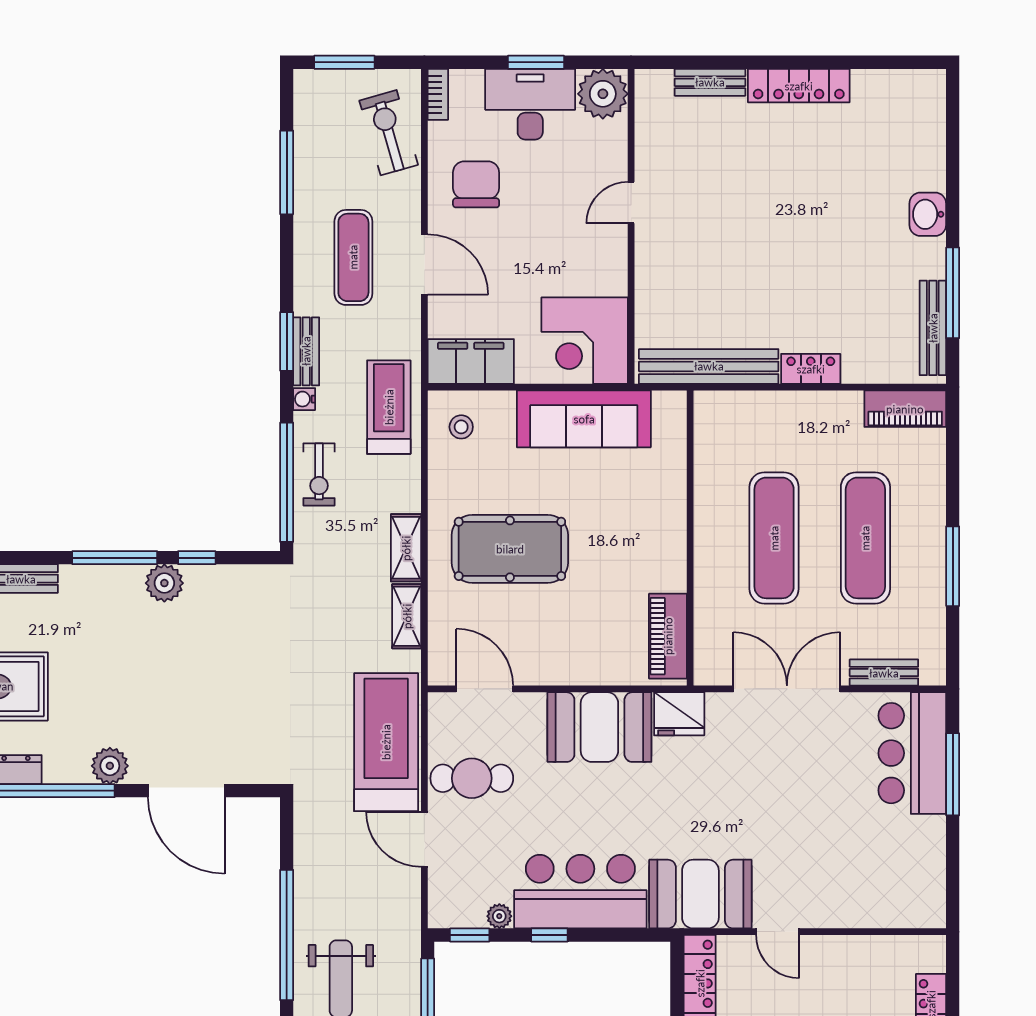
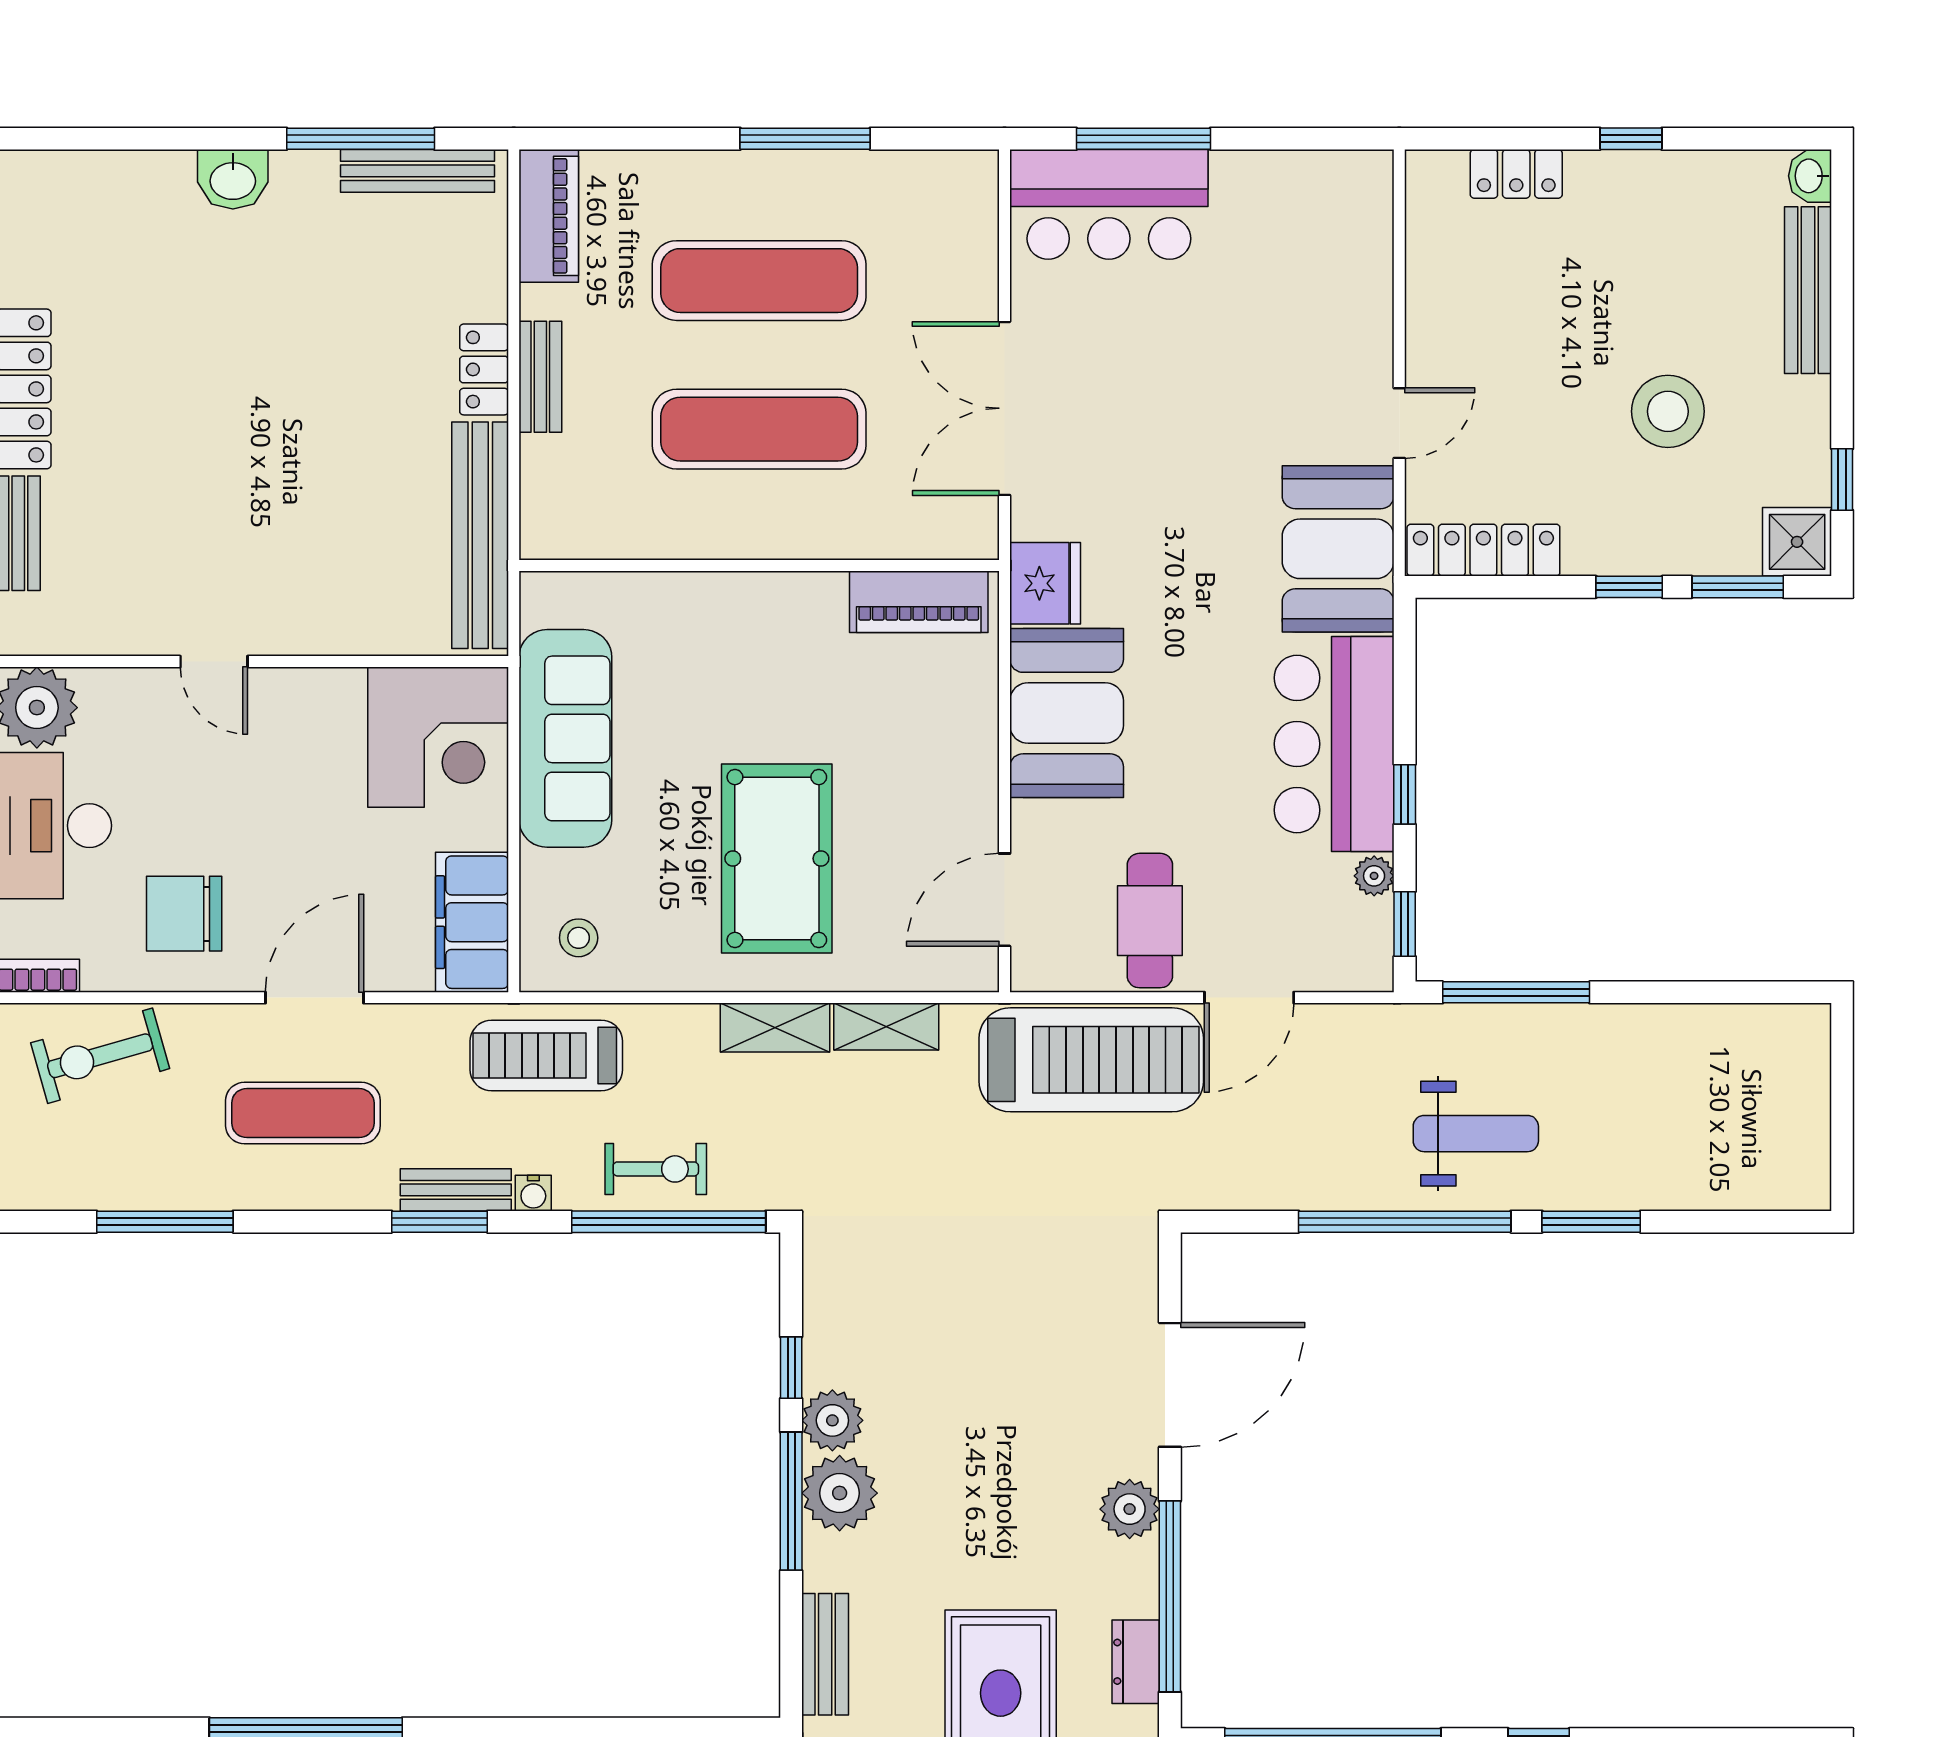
plant: (120, 587) -> (840, 1493), added
bench: (884, 673) -> (540, 377), moved
treadmill: (386, 742) -> (1091, 1060), turned 180

